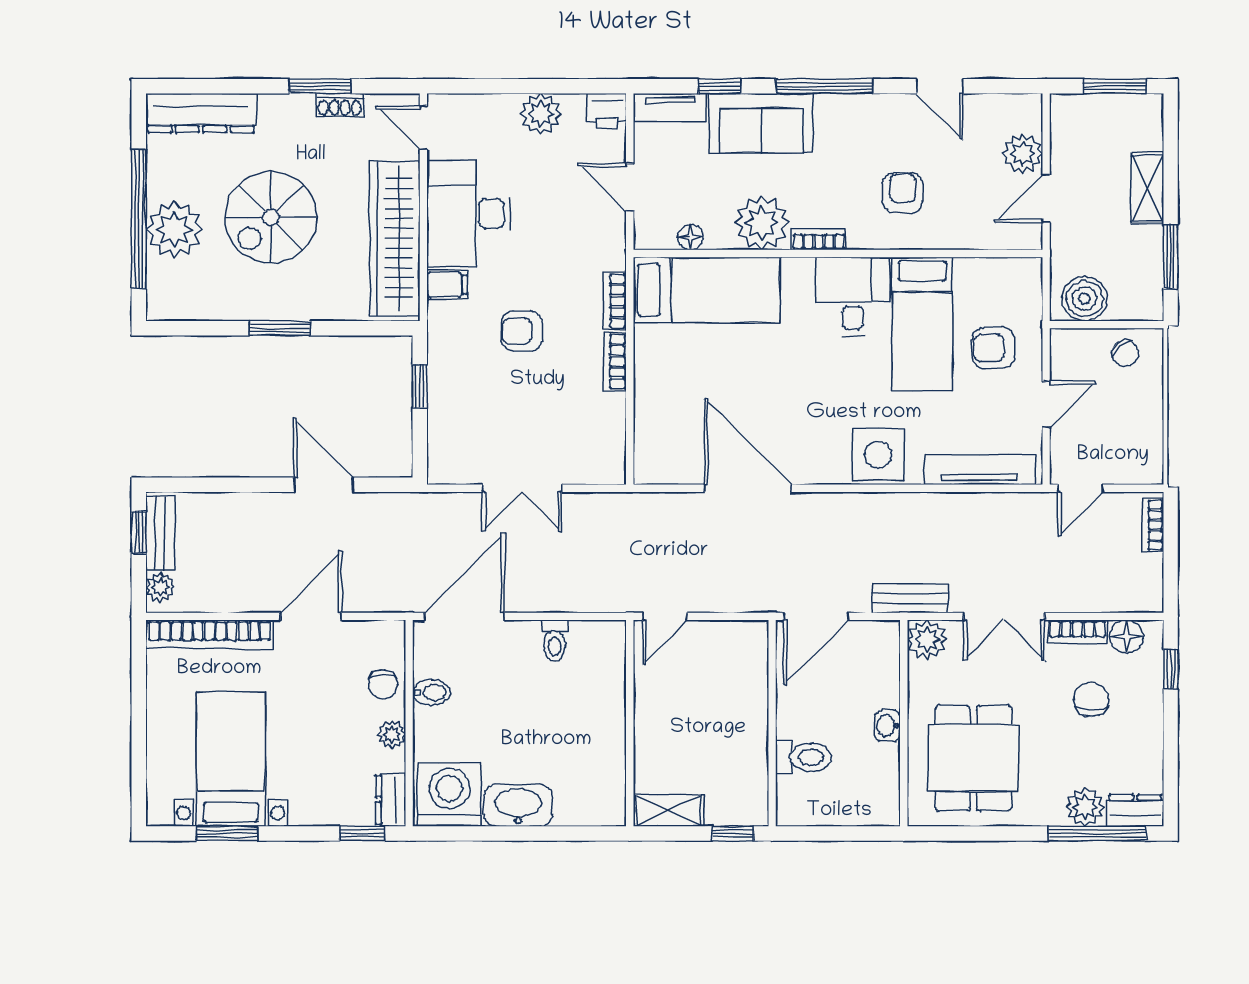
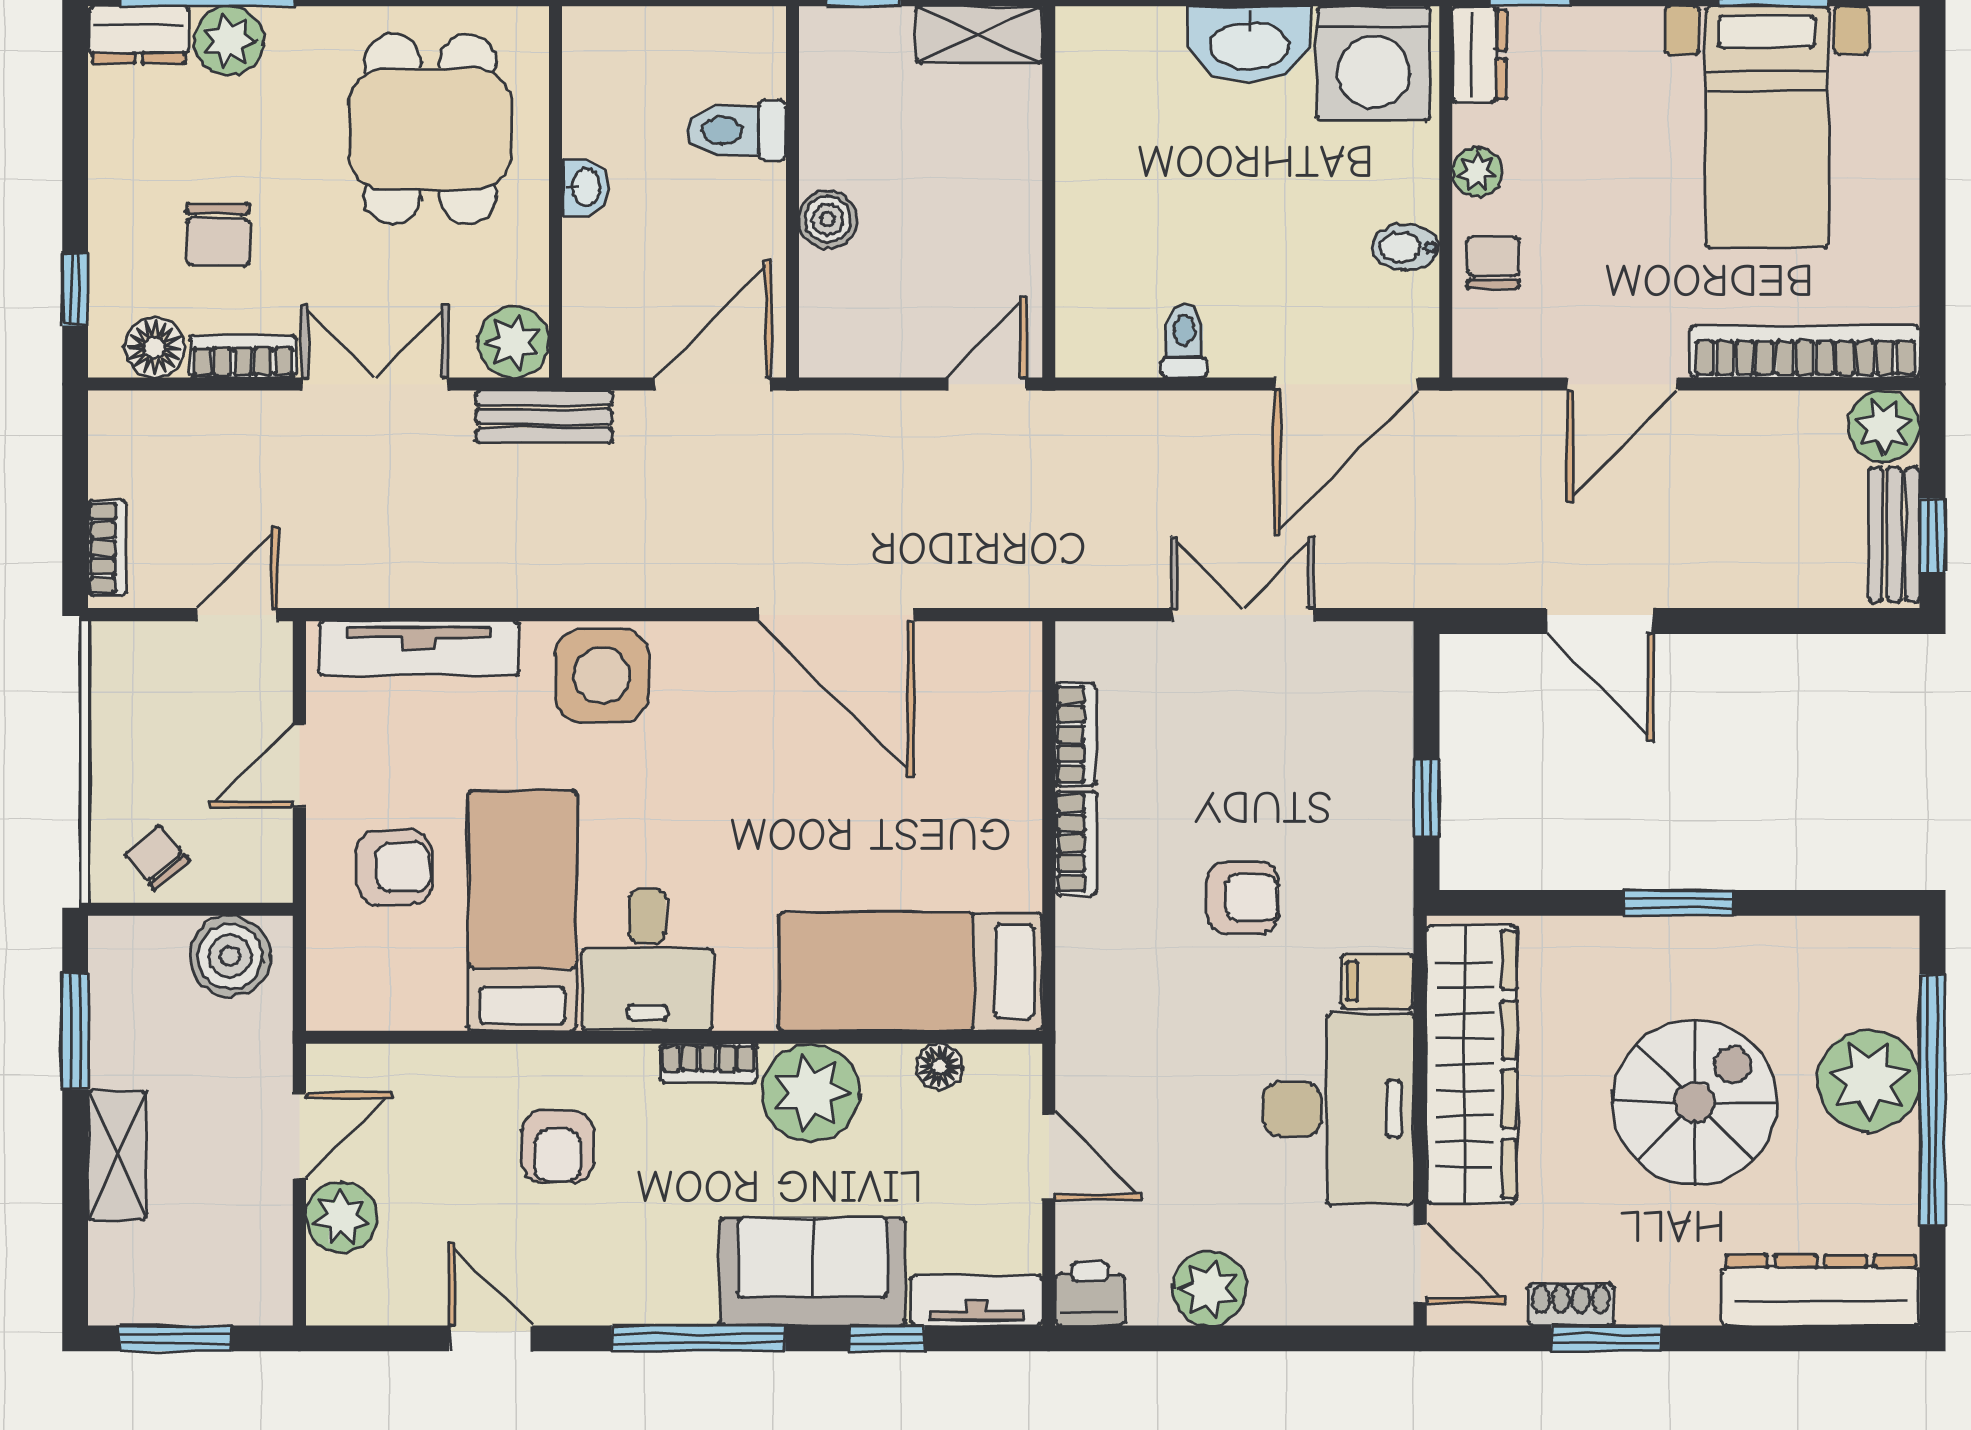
bookcase: (615, 301) -> (1076, 734), moved
plant: (160, 587) -> (1884, 427), width x1.38, depth x1.38
boiler: (752, 708) -> (828, 220), added

